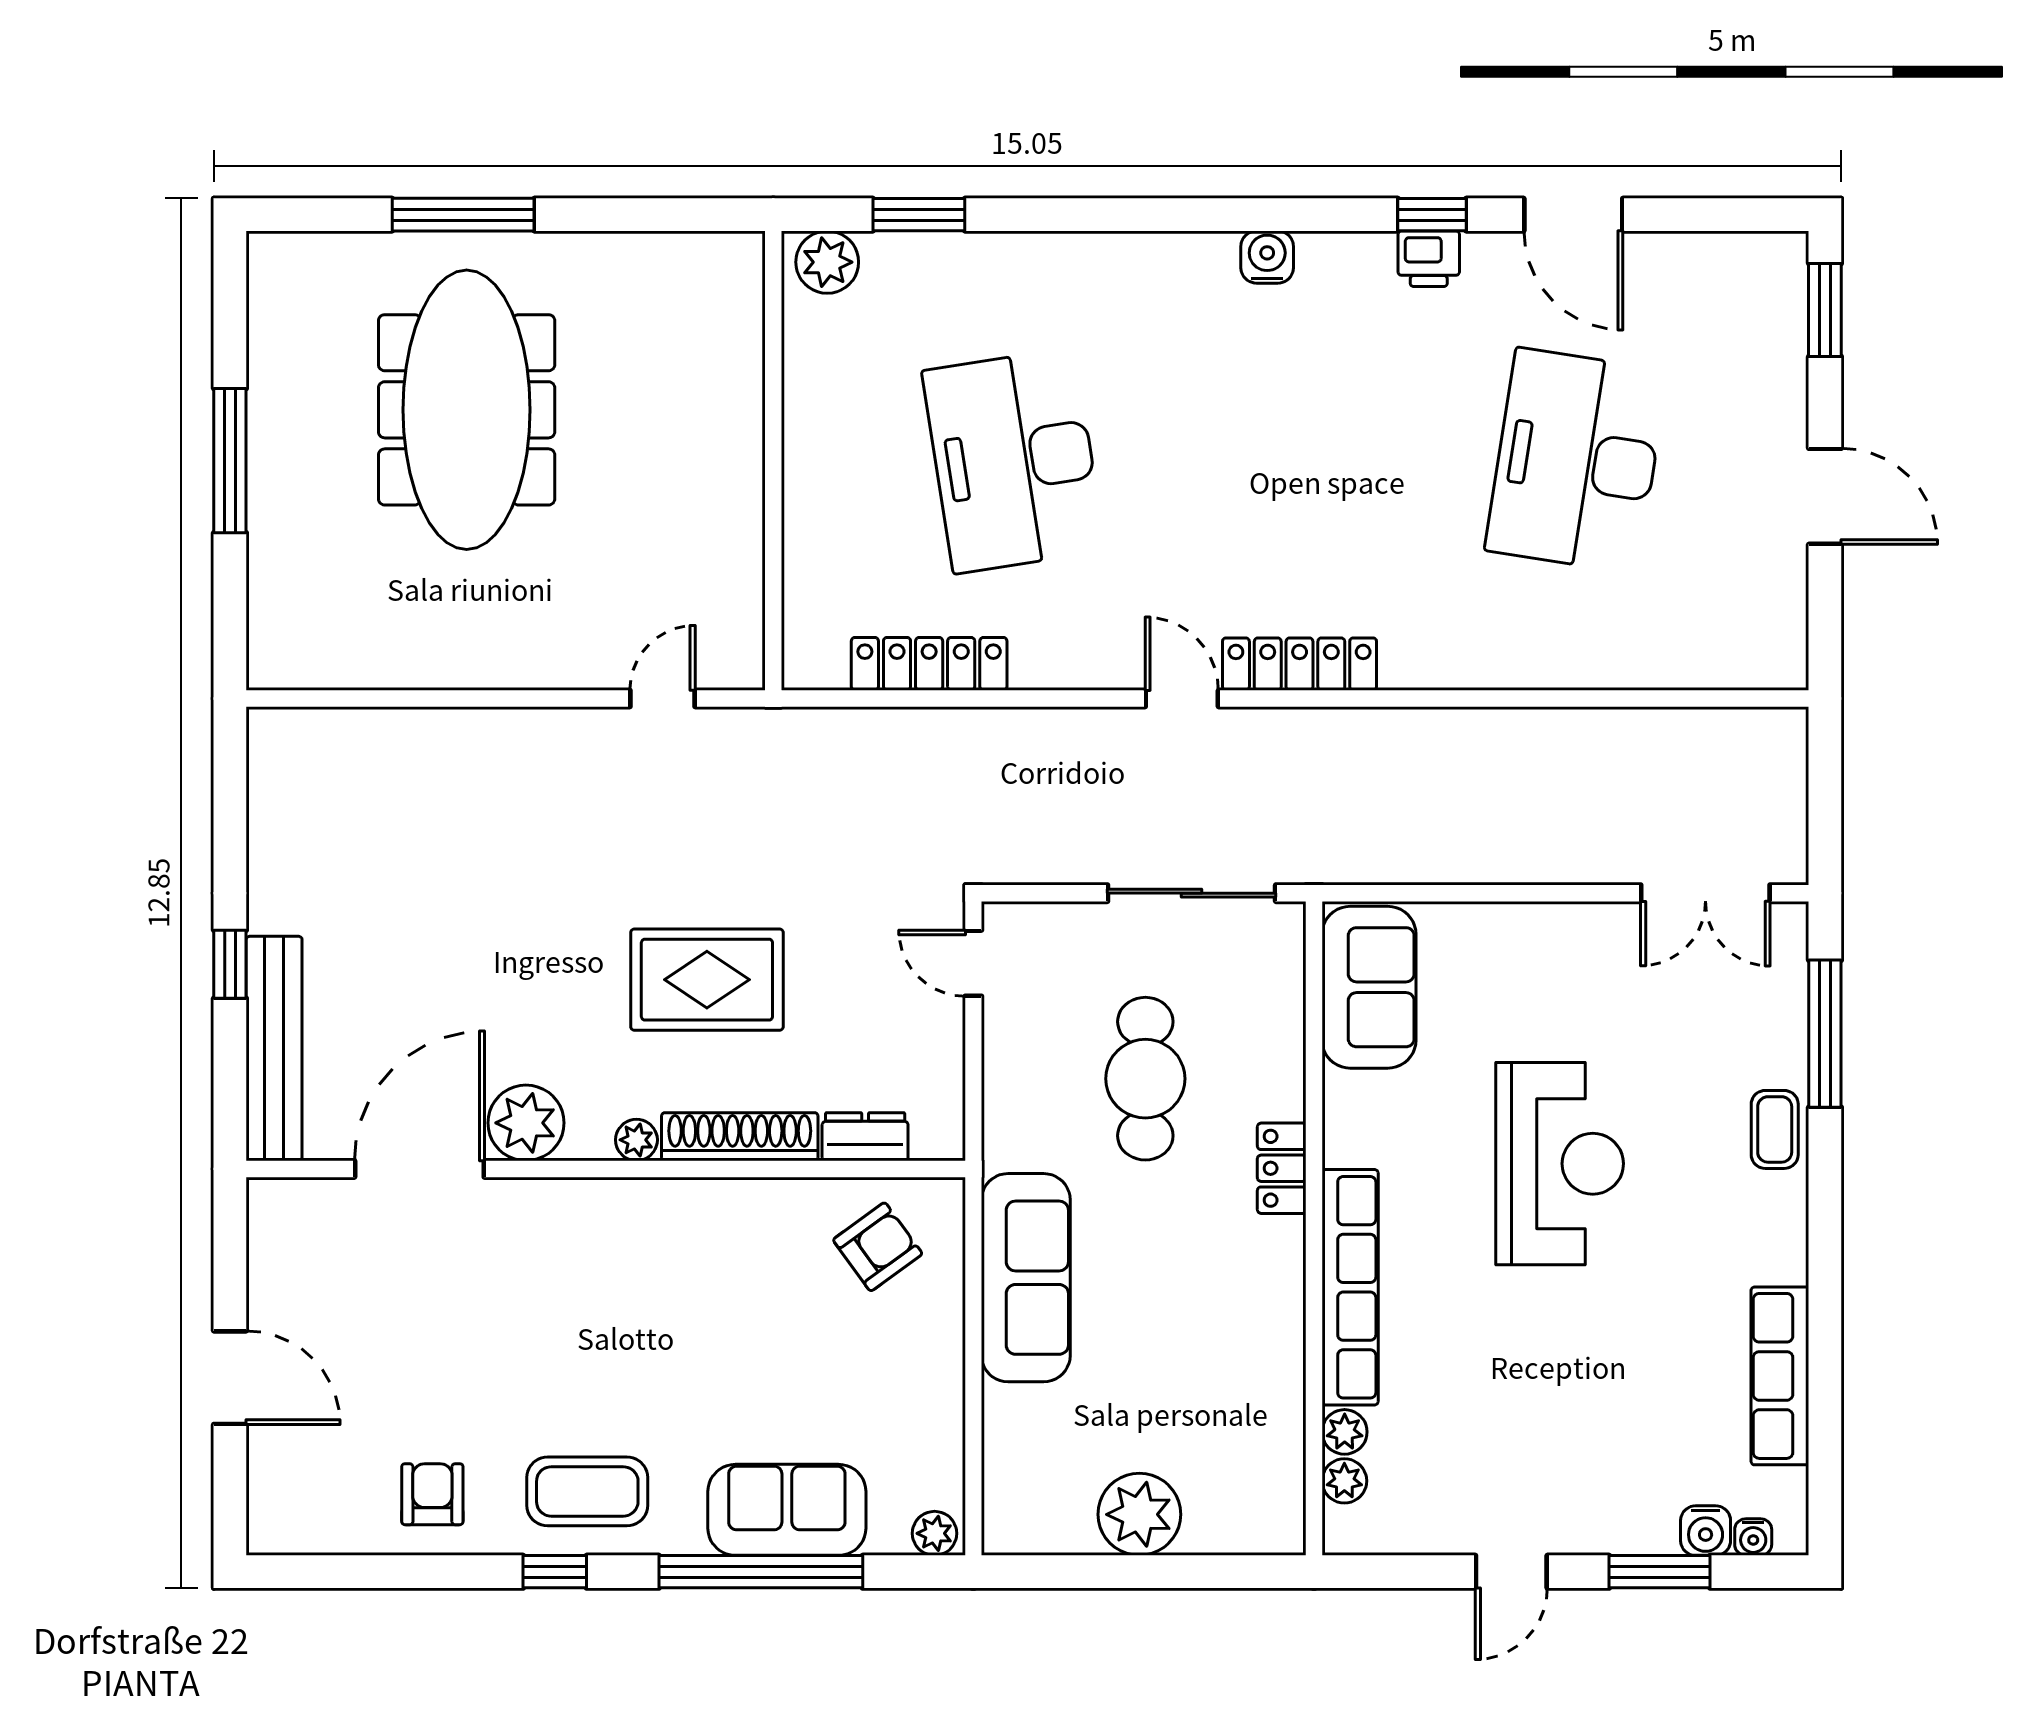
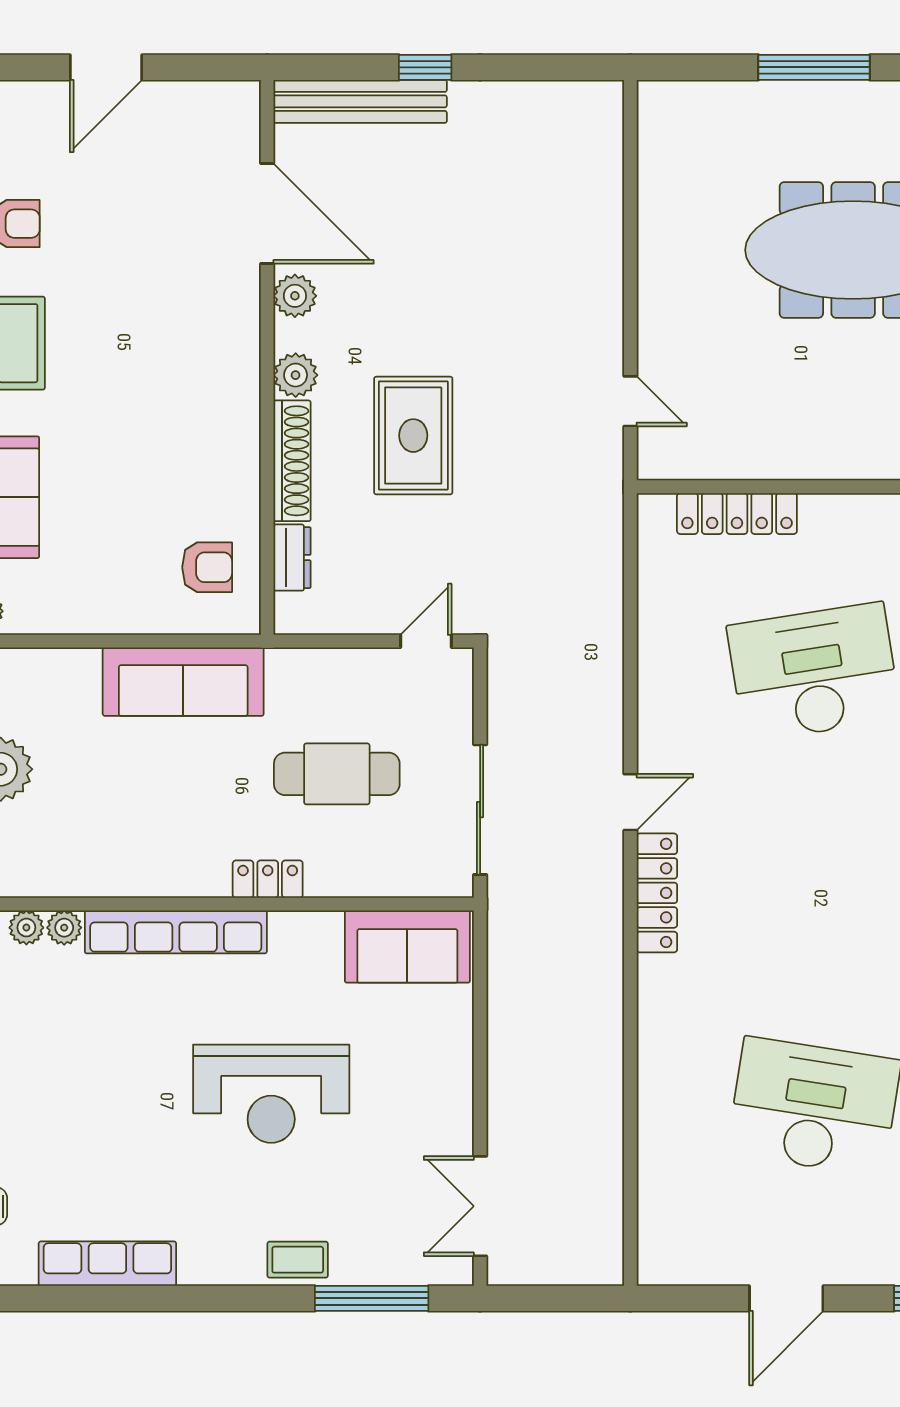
locker: (929, 664) -> (737, 514), moved, turned 90
plant: (526, 1123) -> (295, 296), width x0.73, depth x0.73
plant: (636, 1140) -> (296, 375), width x1.38, depth x1.38
armchair: (878, 1247) -> (207, 567), turned -54

